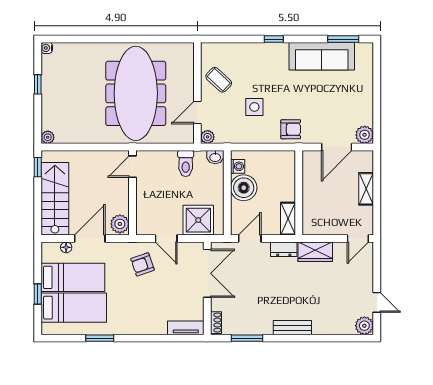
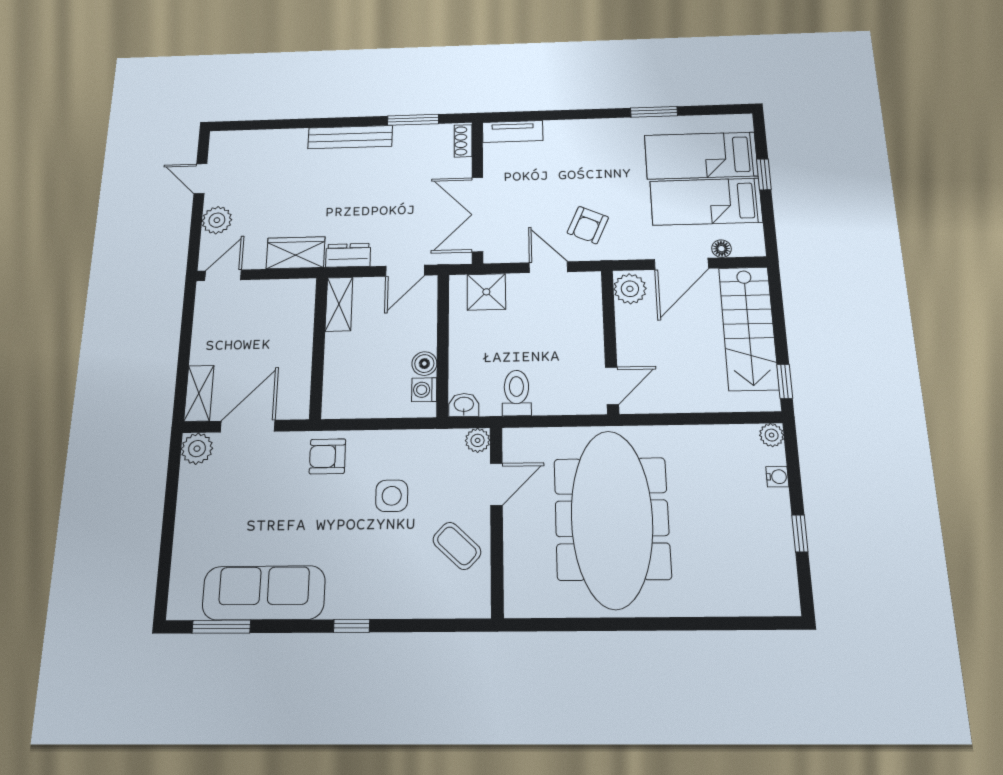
water cooler: (47, 48) -> (777, 477), moved
boiler: (244, 188) -> (424, 364), width x0.54, depth x0.54
shelving: (366, 189) -> (199, 393), moved
shower: (198, 220) -> (486, 292), width x0.73, depth x0.73
armchair: (142, 264) -> (588, 225), turned 133
plant: (364, 326) -> (217, 220), moved
bench: (292, 328) -> (350, 137), width x1.36

